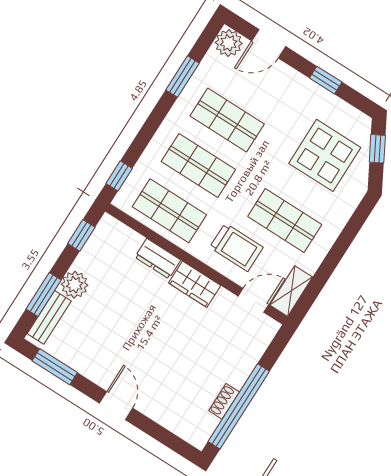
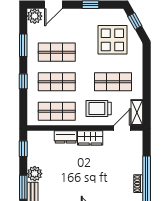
window: (119, 176) -> (23, 81), moved
trolley: (236, 247) -> (99, 108), turned 180

